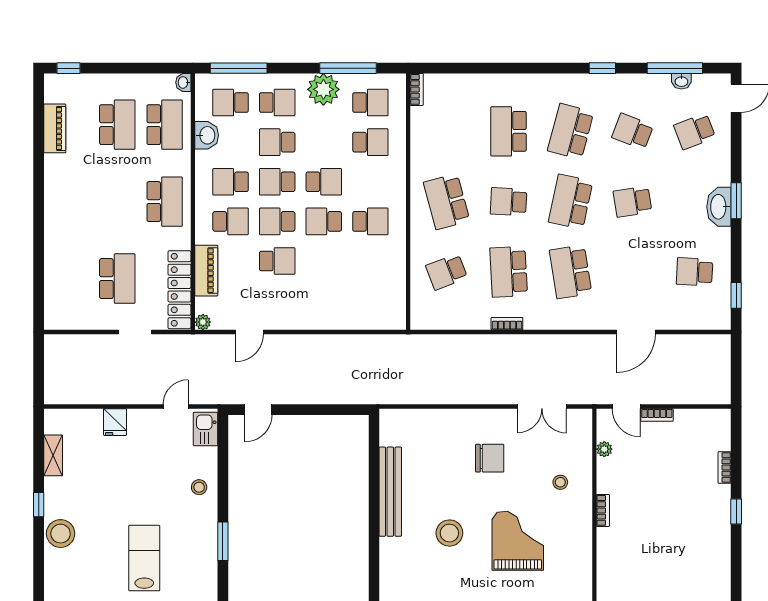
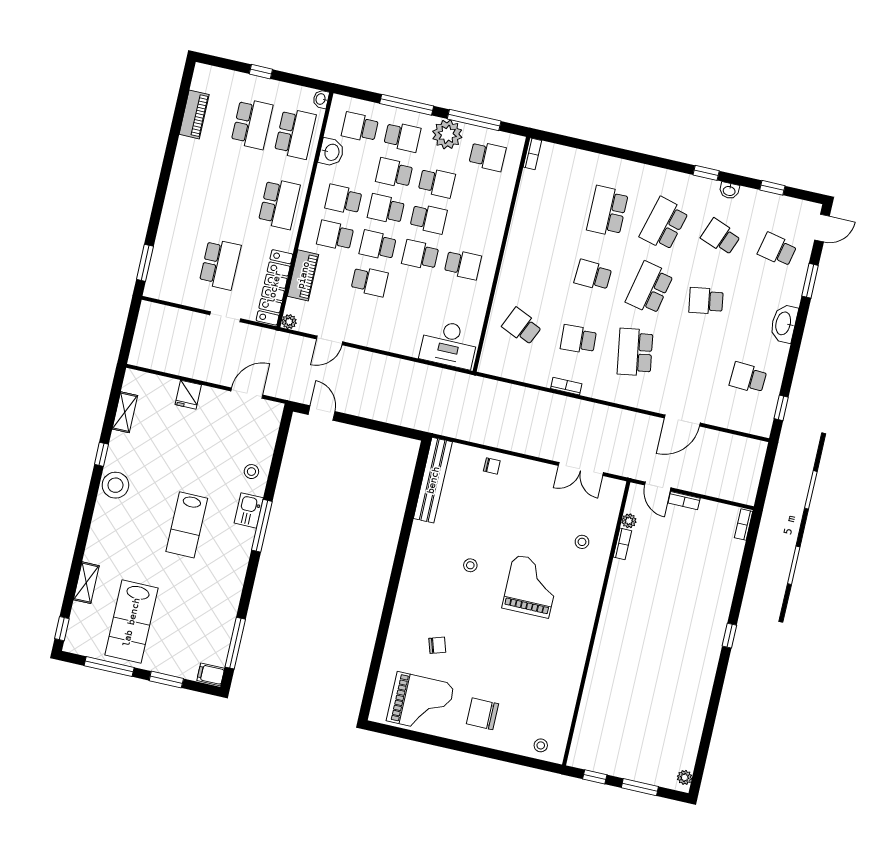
window: (69, 68) -> (261, 72), moved
window: (239, 68) -> (407, 105), moved
window: (675, 68) -> (772, 188), width x0.46
washbasin: (681, 81) -> (729, 191), moved
school desk: (695, 131) -> (777, 250), turned 33
school desk: (370, 142) -> (437, 183), moved
window: (736, 201) -> (810, 281), moved
school desk: (447, 202) -> (536, 262), removed
school desk: (231, 221) -> (335, 236), turned 180
school desk: (447, 272) -> (522, 326), turned 45
school desk: (509, 272) -> (578, 339), width x0.54
window: (39, 295) -> (145, 263), added
desk: (375, 308) -> (449, 344), added
door: (176, 406) -> (247, 393), width x1.37
door: (258, 410) -> (322, 413), swing flipped
kitchen sink: (206, 429) -> (249, 510), moved
chair: (490, 458) -> (492, 466), moved, width x0.54, depth x0.54
bookcase: (725, 467) -> (744, 525), moved
bench: (390, 492) -> (433, 480), moved
bookcase: (603, 510) -> (622, 544), moved
window: (736, 512) -> (729, 636), moved
stool: (449, 533) -> (470, 565), width x0.53, depth x0.53
window: (223, 541) -> (262, 526), width x1.44
lab bench: (144, 558) -> (187, 525), turned 180

